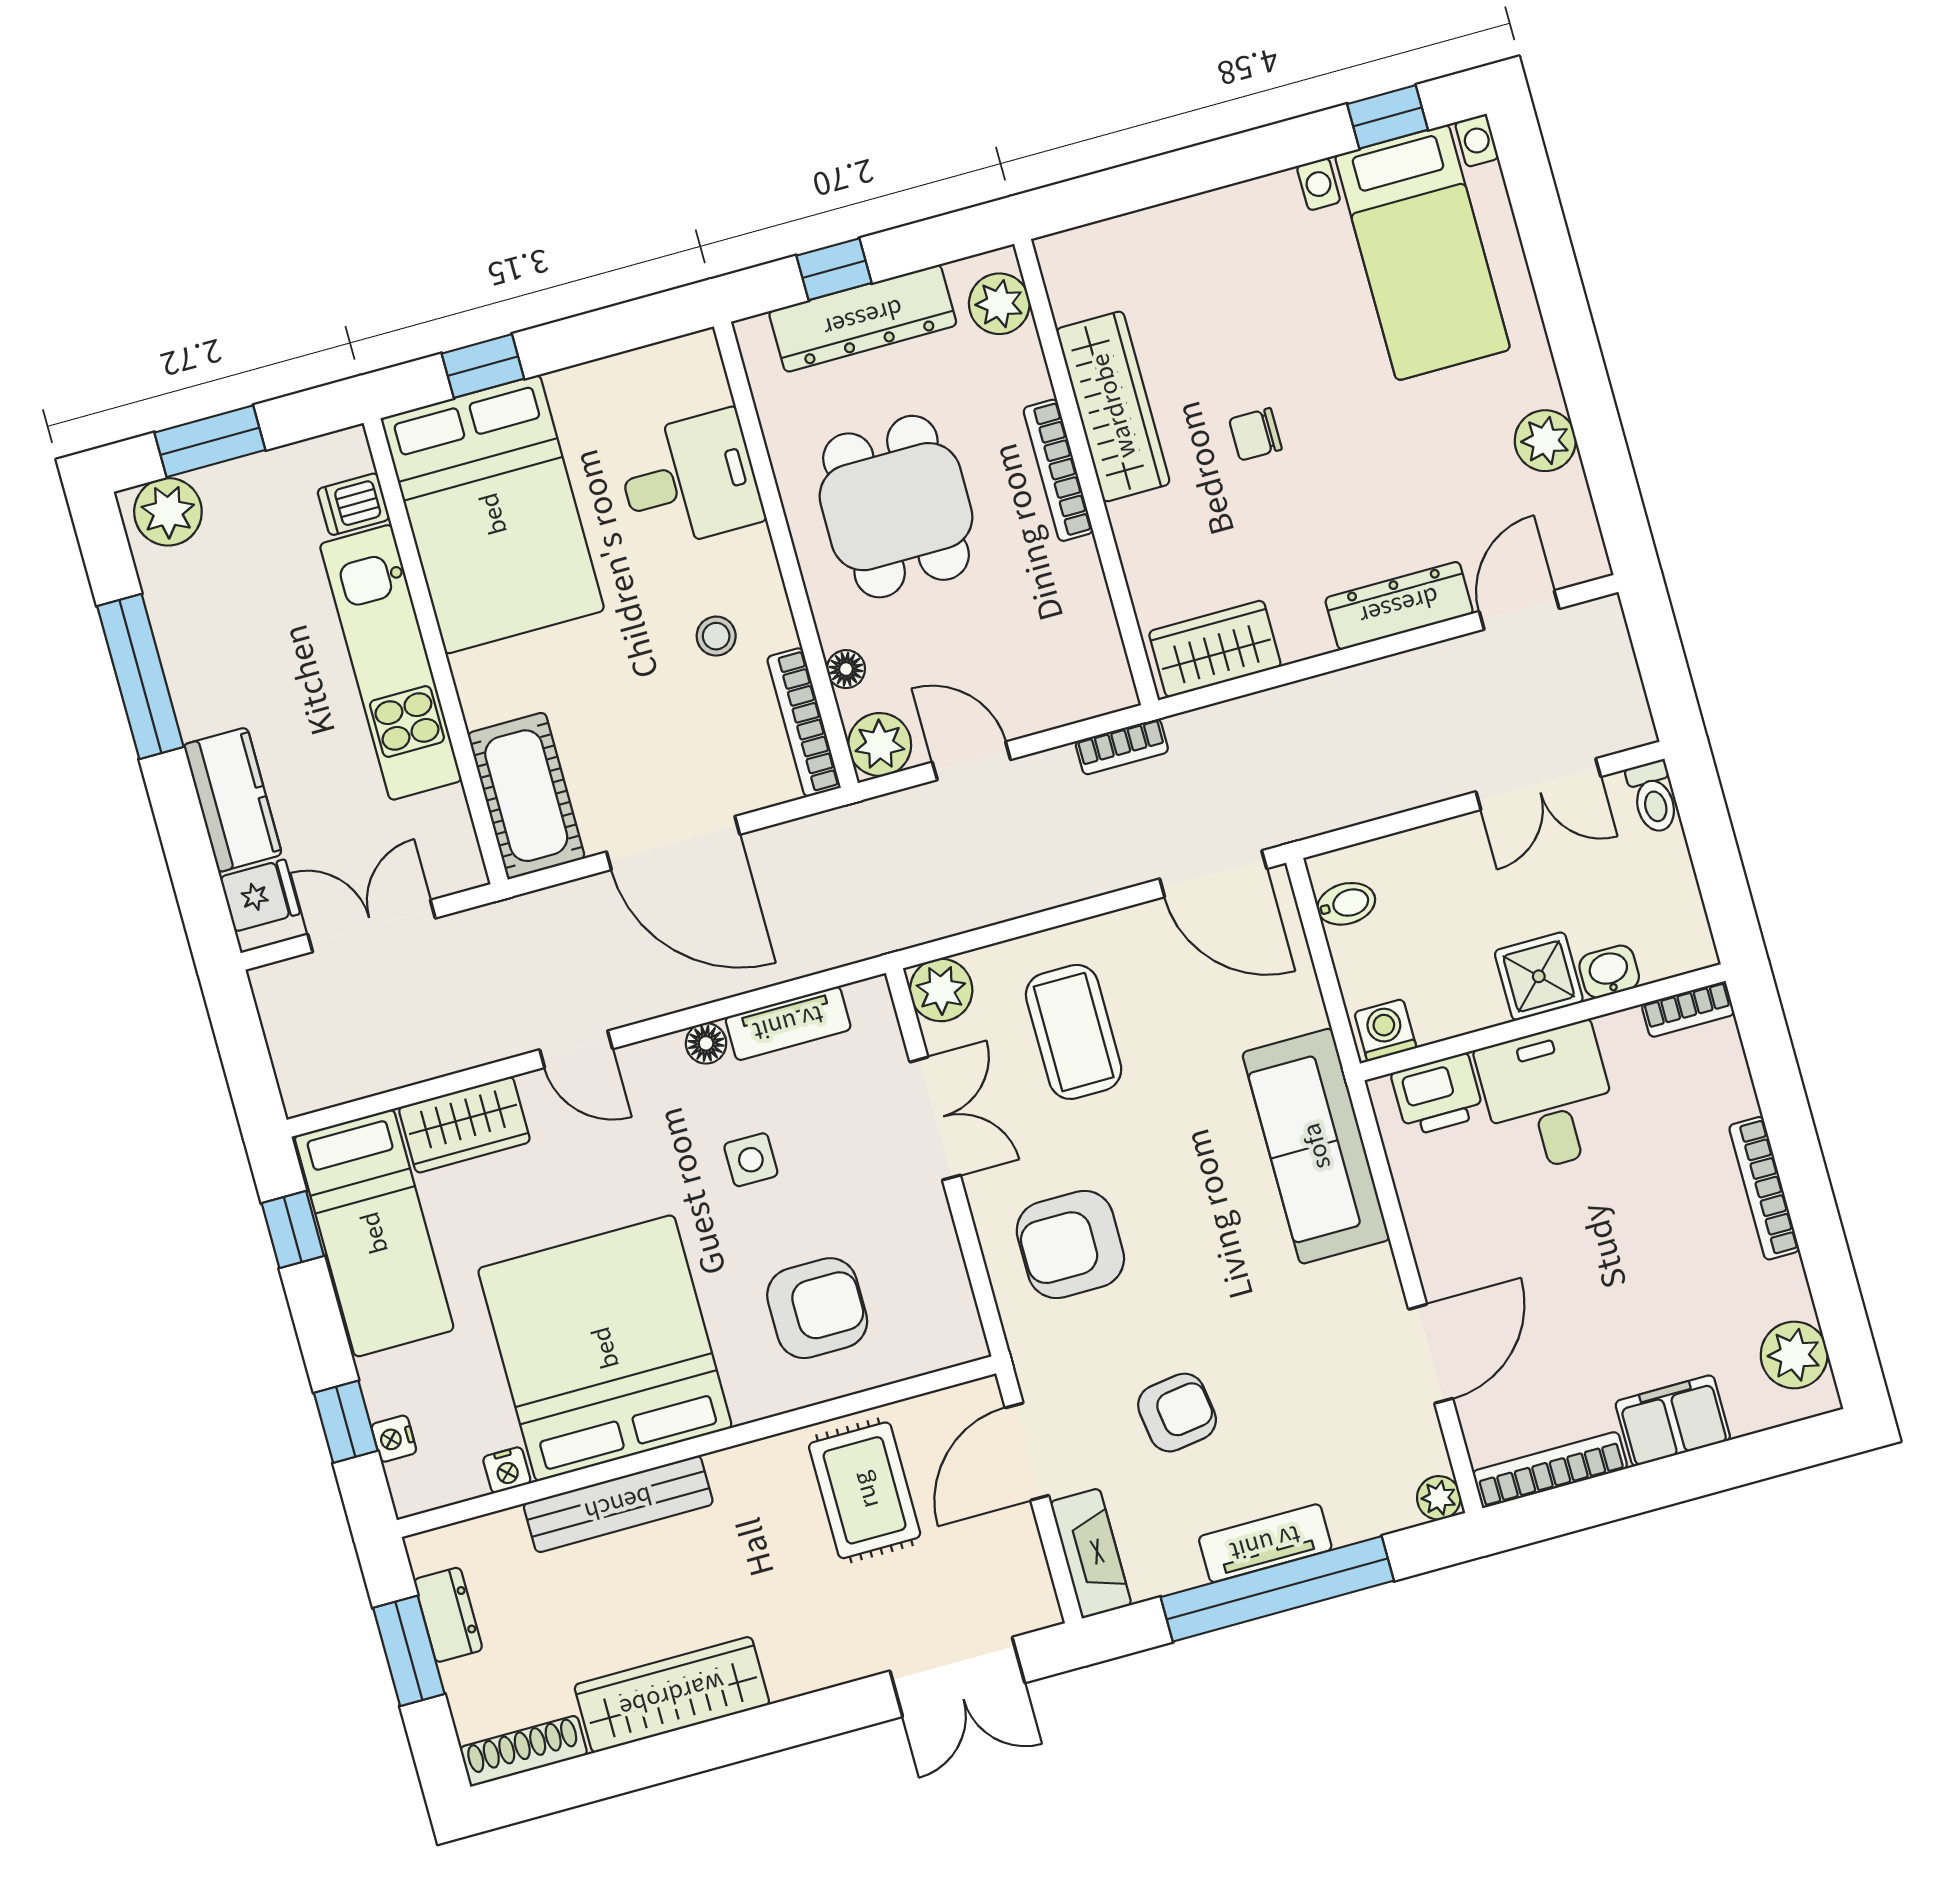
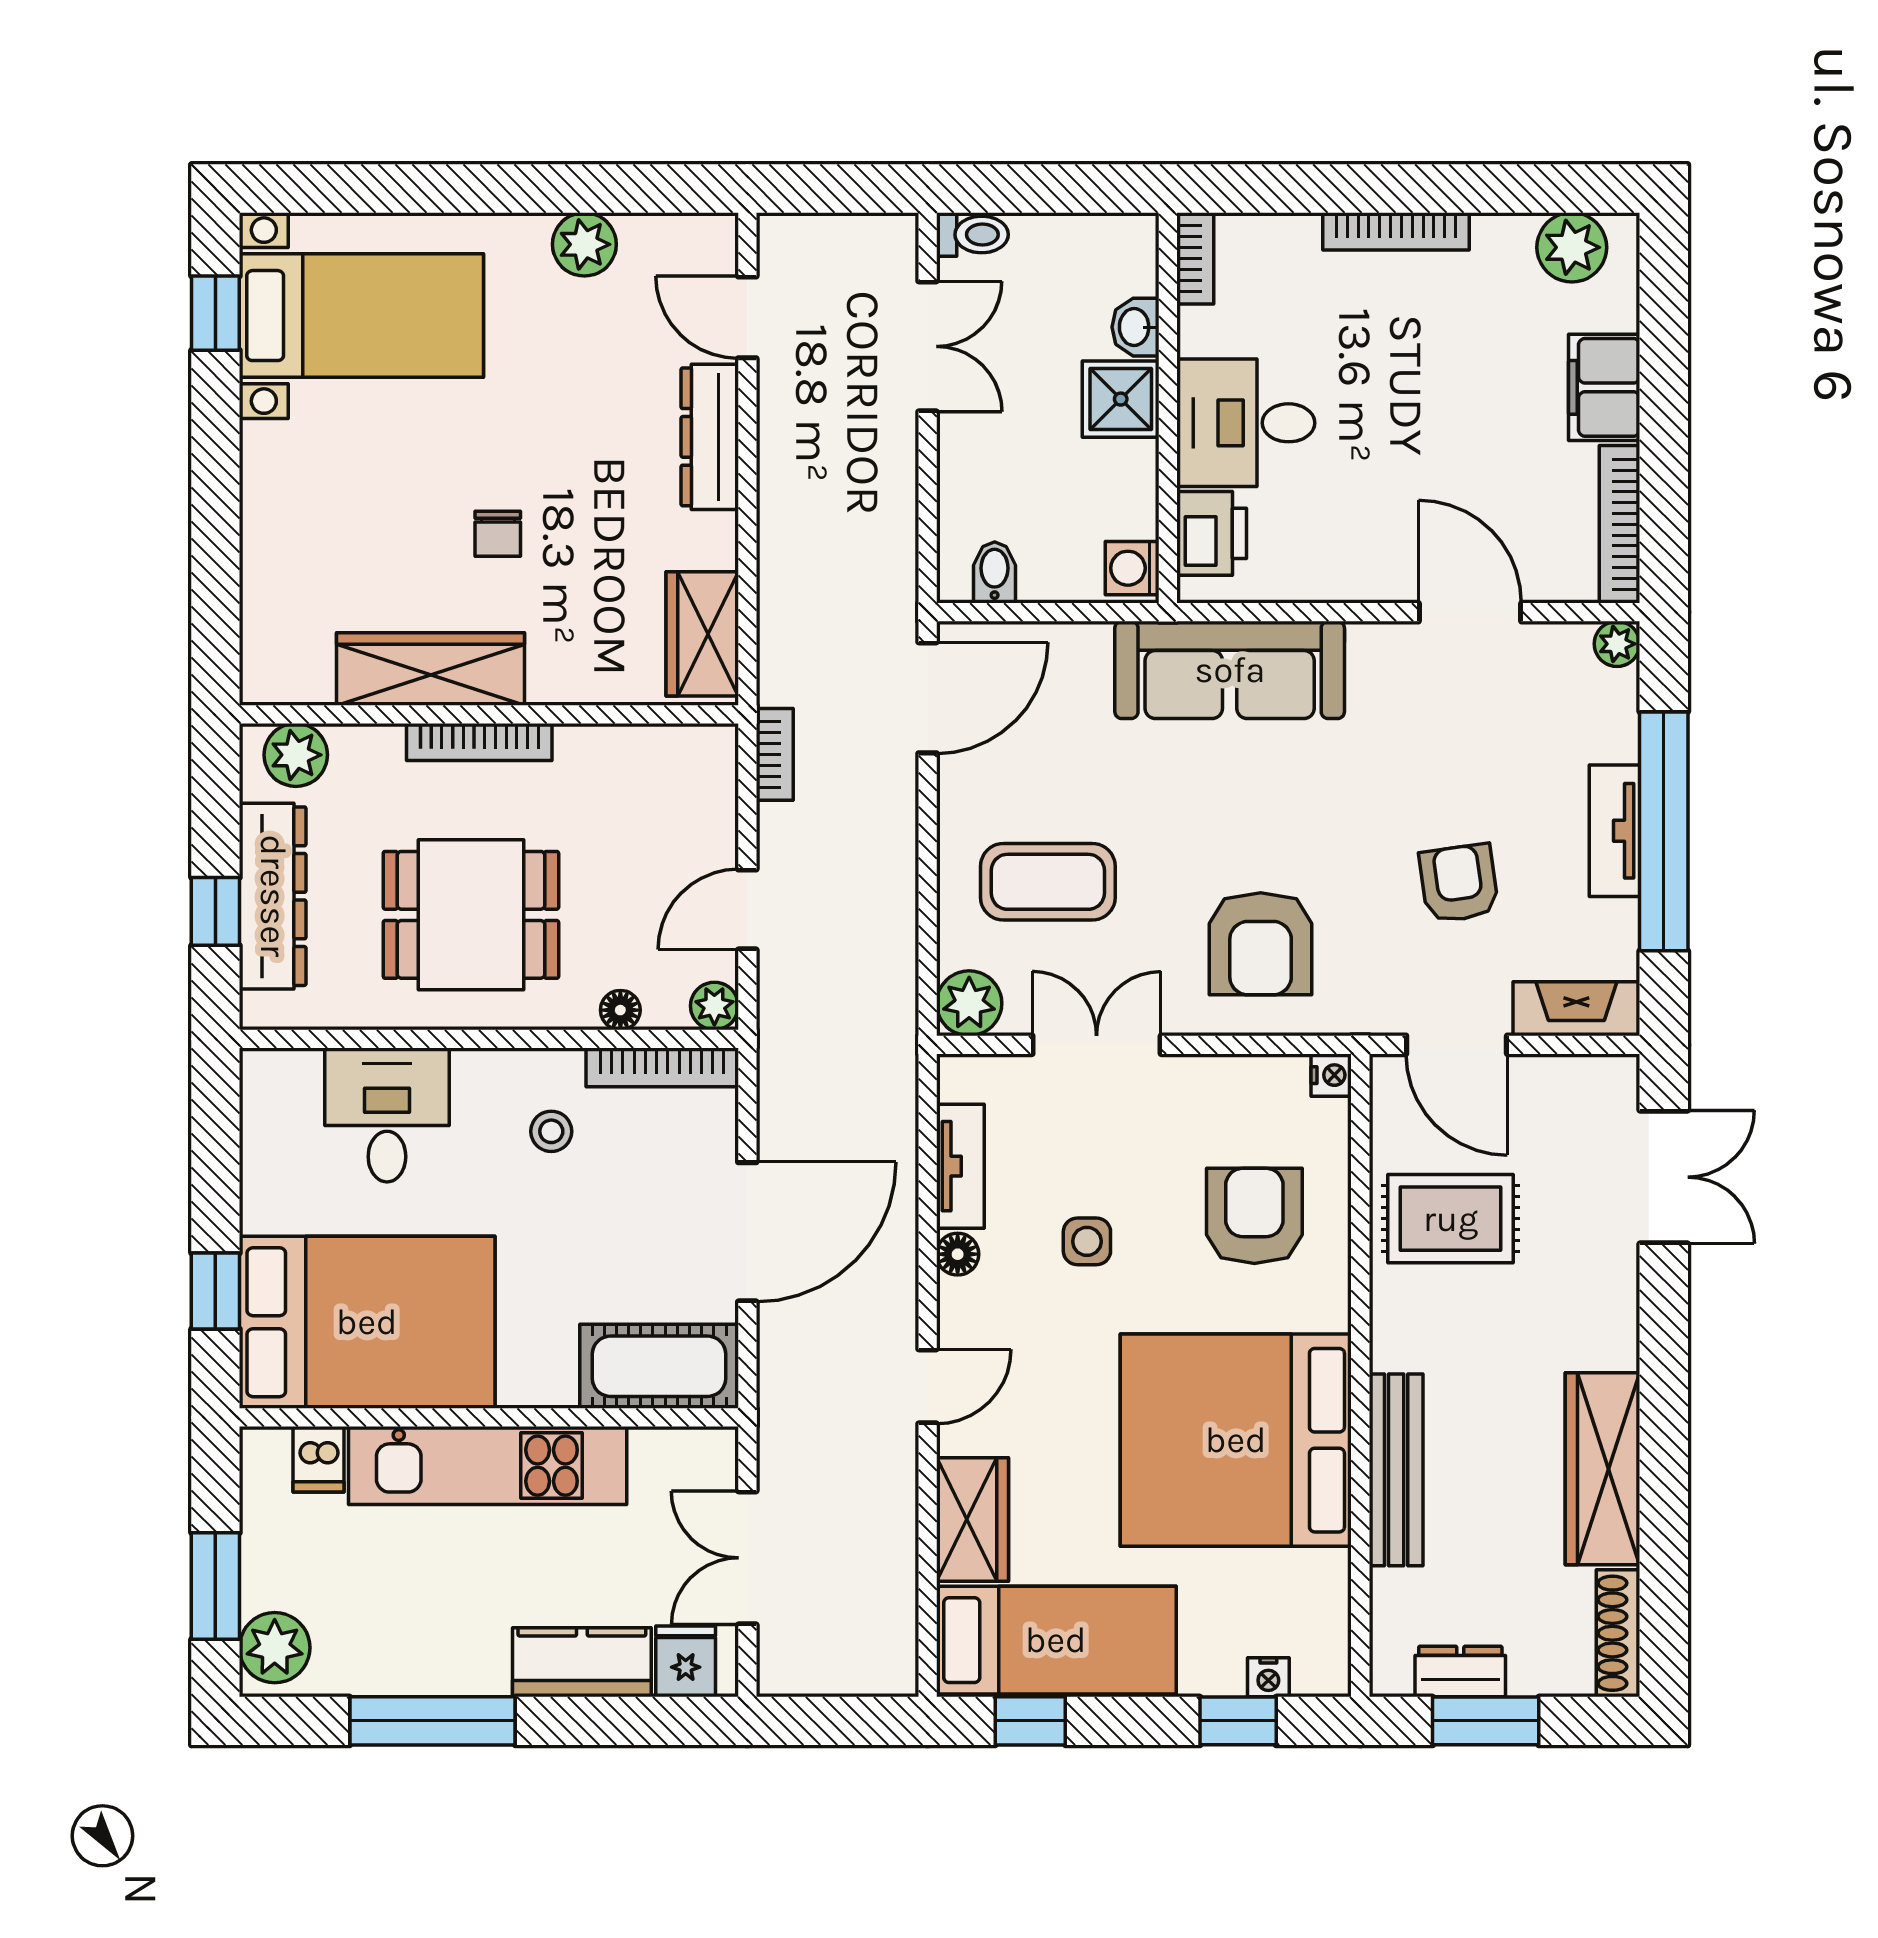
plant: (880, 745) -> (714, 1006), width x0.73, depth x0.73
nightstand: (507, 1470) -> (1331, 1075), moved

